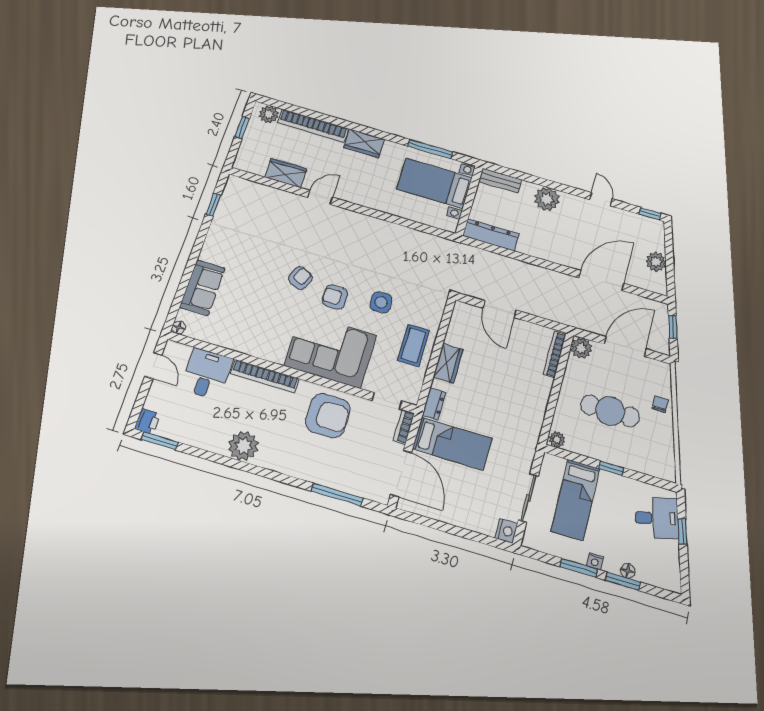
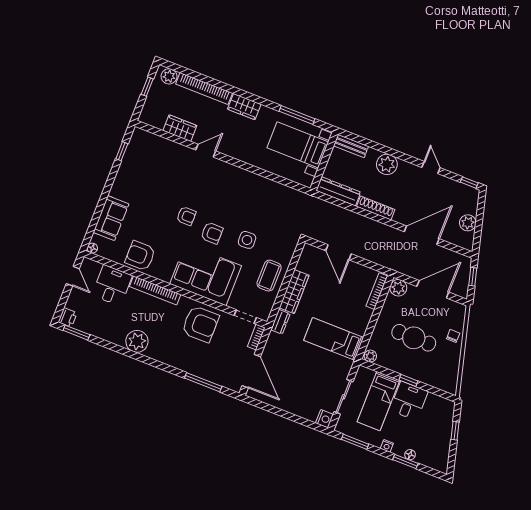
shoe rack: (540, 252) -> (376, 208), added
armchair: (300, 278) -> (186, 216), turned 65
armchair: (335, 297) -> (212, 233), turned 180
armchair: (243, 332) -> (140, 256), added
wardrobe: (448, 363) -> (294, 292), width x1.50
bed: (452, 444) -> (334, 339), moved, turned 180
desk: (657, 518) -> (409, 401), moved, turned -75
window: (579, 568) -> (355, 442), moved

